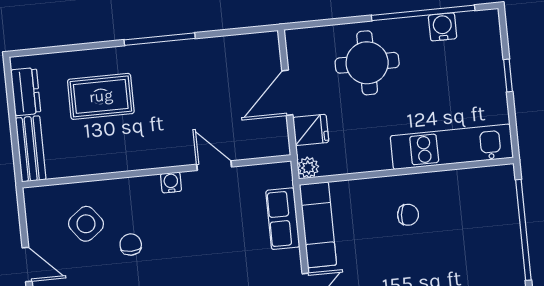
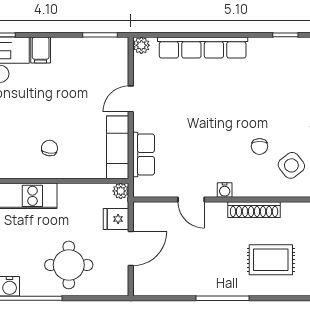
shoe rack: (130, 160) -> (254, 210), added
chair: (408, 215) -> (49, 148), turned 90

